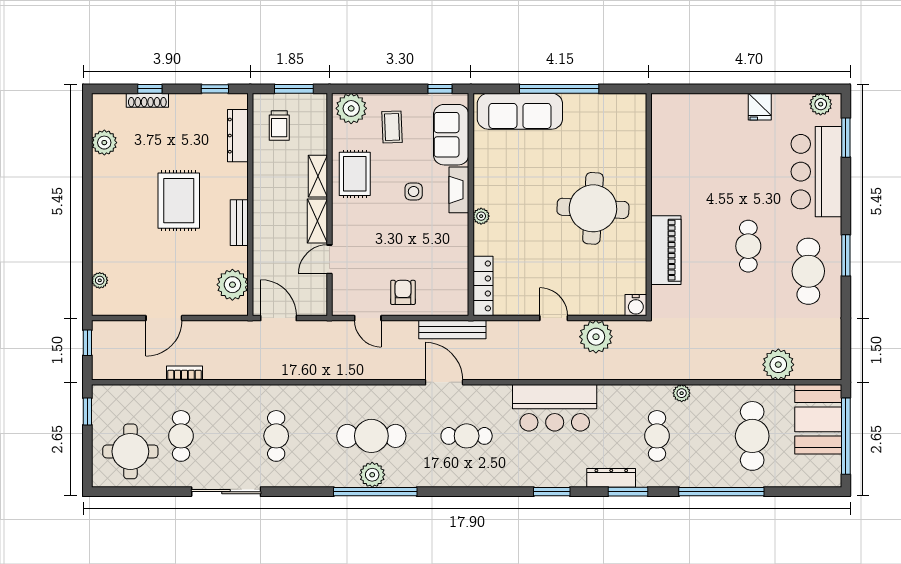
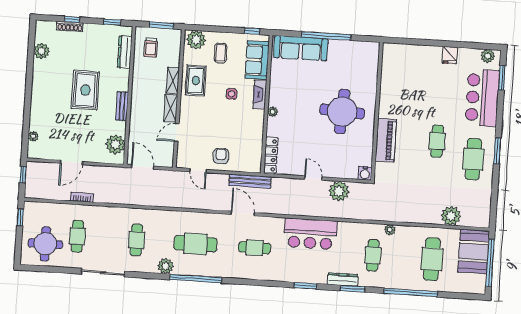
plant: (372, 475) -> (166, 266), moved

